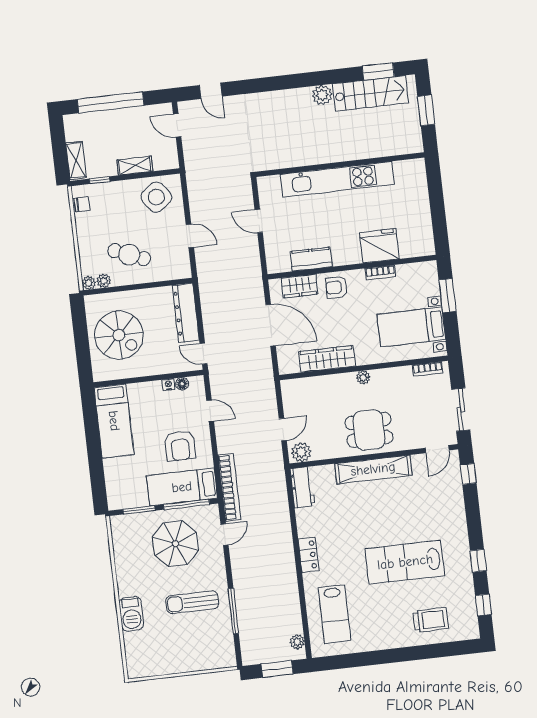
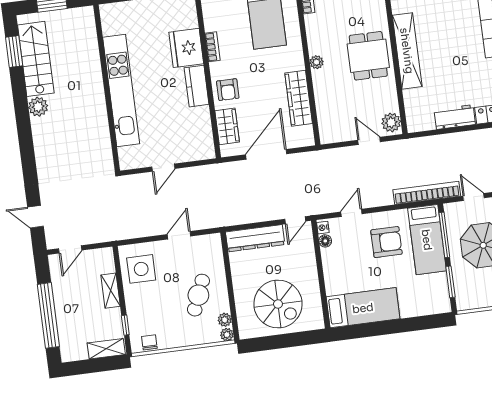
door: (211, 91) -> (35, 217), swing flipped
side table: (156, 197) -> (141, 269), turned 36
kitchen counter: (311, 259) -> (197, 86), moved
spiral stairs: (119, 335) -> (278, 304), turned 90
nightstand: (168, 385) -> (323, 228), moved
workbench: (302, 487) -> (455, 117), moved

